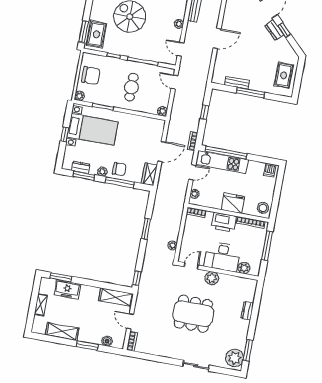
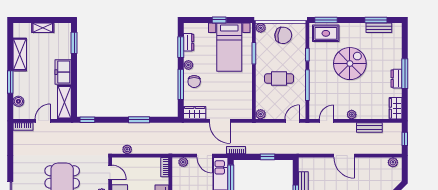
chair: (91, 75) -> (283, 35), turned -82
freezer: (67, 289) -> (63, 72), moved

